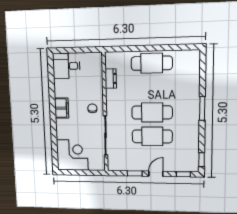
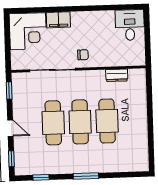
cafe table: (152, 63) -> (107, 121), moved
filing cabinet: (62, 108) -> (58, 20), moved
window: (202, 160) -> (41, 177), moved
window: (135, 173) -> (9, 90), moved

